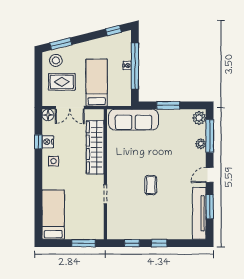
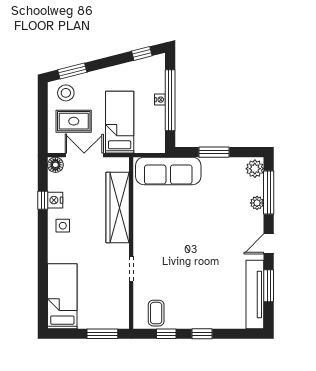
double door: (70, 108) -> (84, 155), swing flipped
coffee table: (151, 185) -> (156, 313), moved

